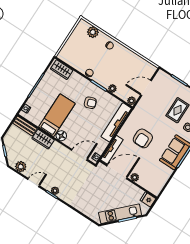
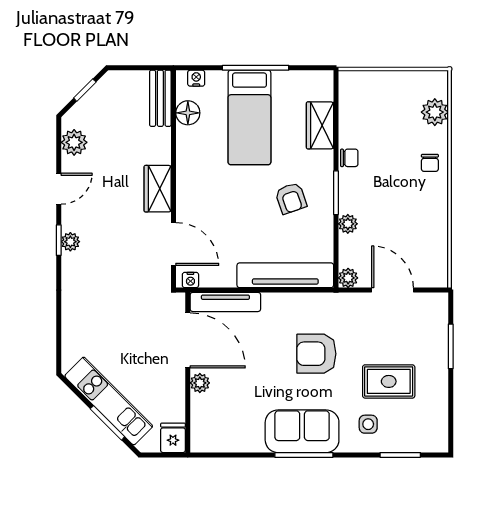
wardrobe: (62, 70) -> (320, 125), moved
bed: (57, 115) -> (249, 117), moved, turned 90
floor lamp: (61, 136) -> (188, 113), moved
armchair: (143, 138) -> (316, 354), moved
wardrobe: (43, 139) -> (158, 189), moved
door: (34, 183) -> (59, 189), hinge flipped

